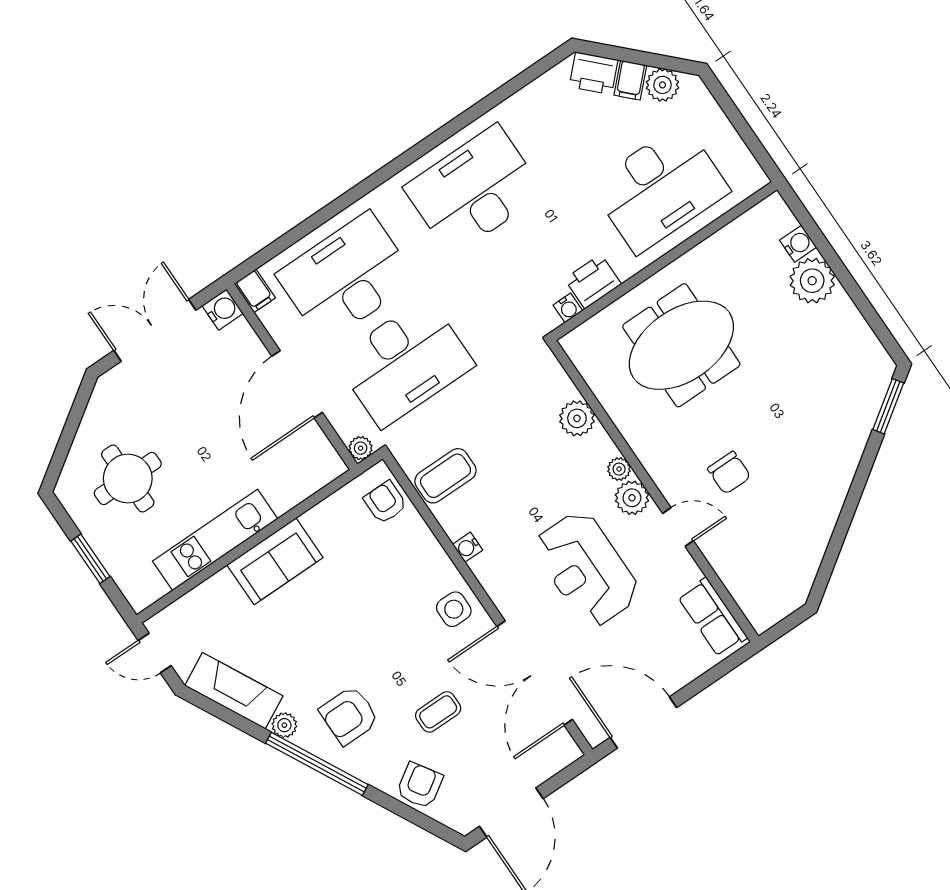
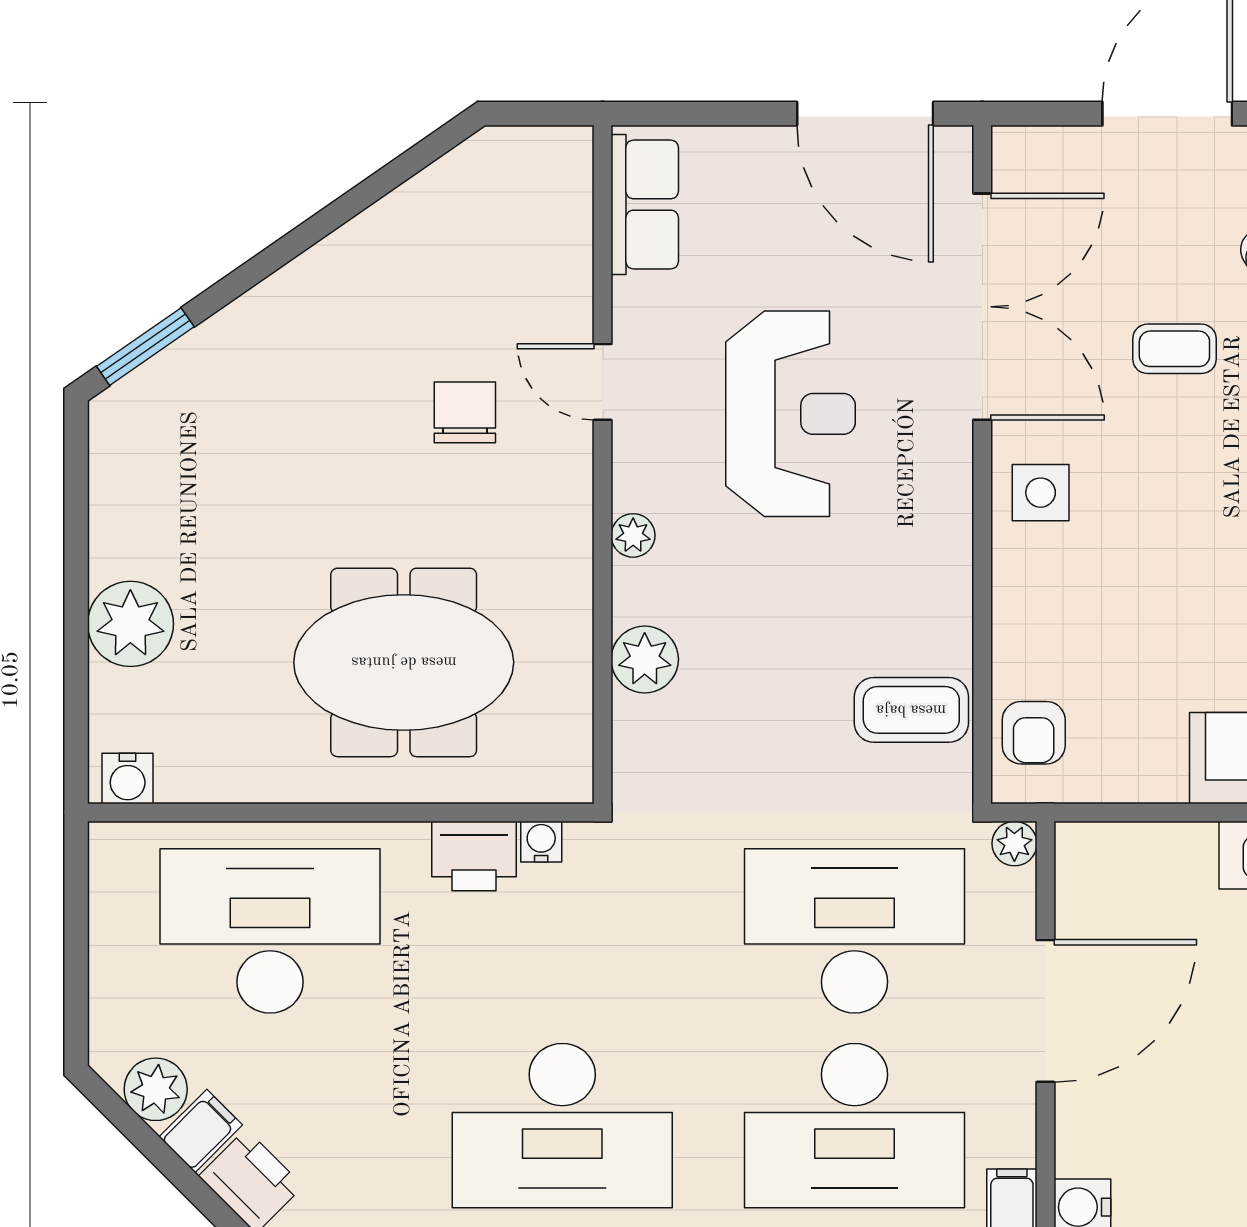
water cooler: (798, 244) -> (128, 779), moved, turned -90
plant: (632, 498) -> (643, 477), removed
water cooler: (468, 547) -> (953, 575), removed

